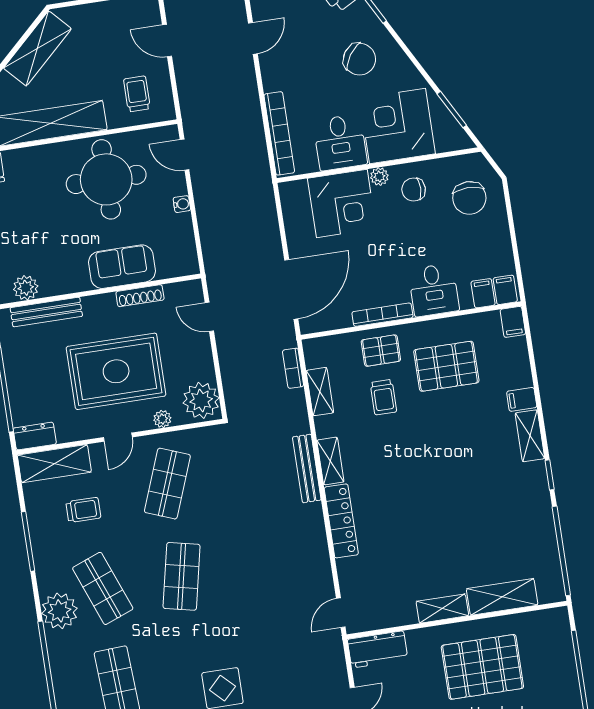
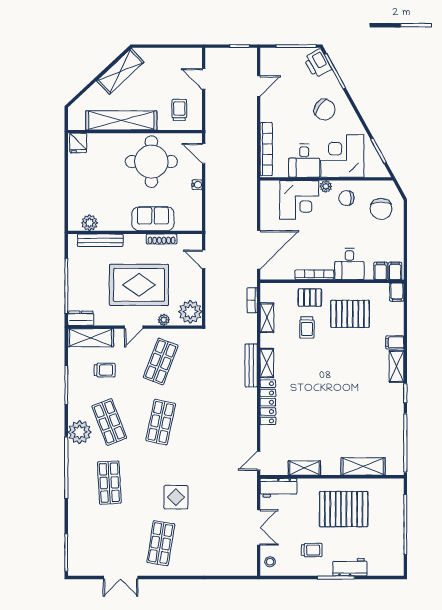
shelving: (442, 609) -> (304, 468), moved

